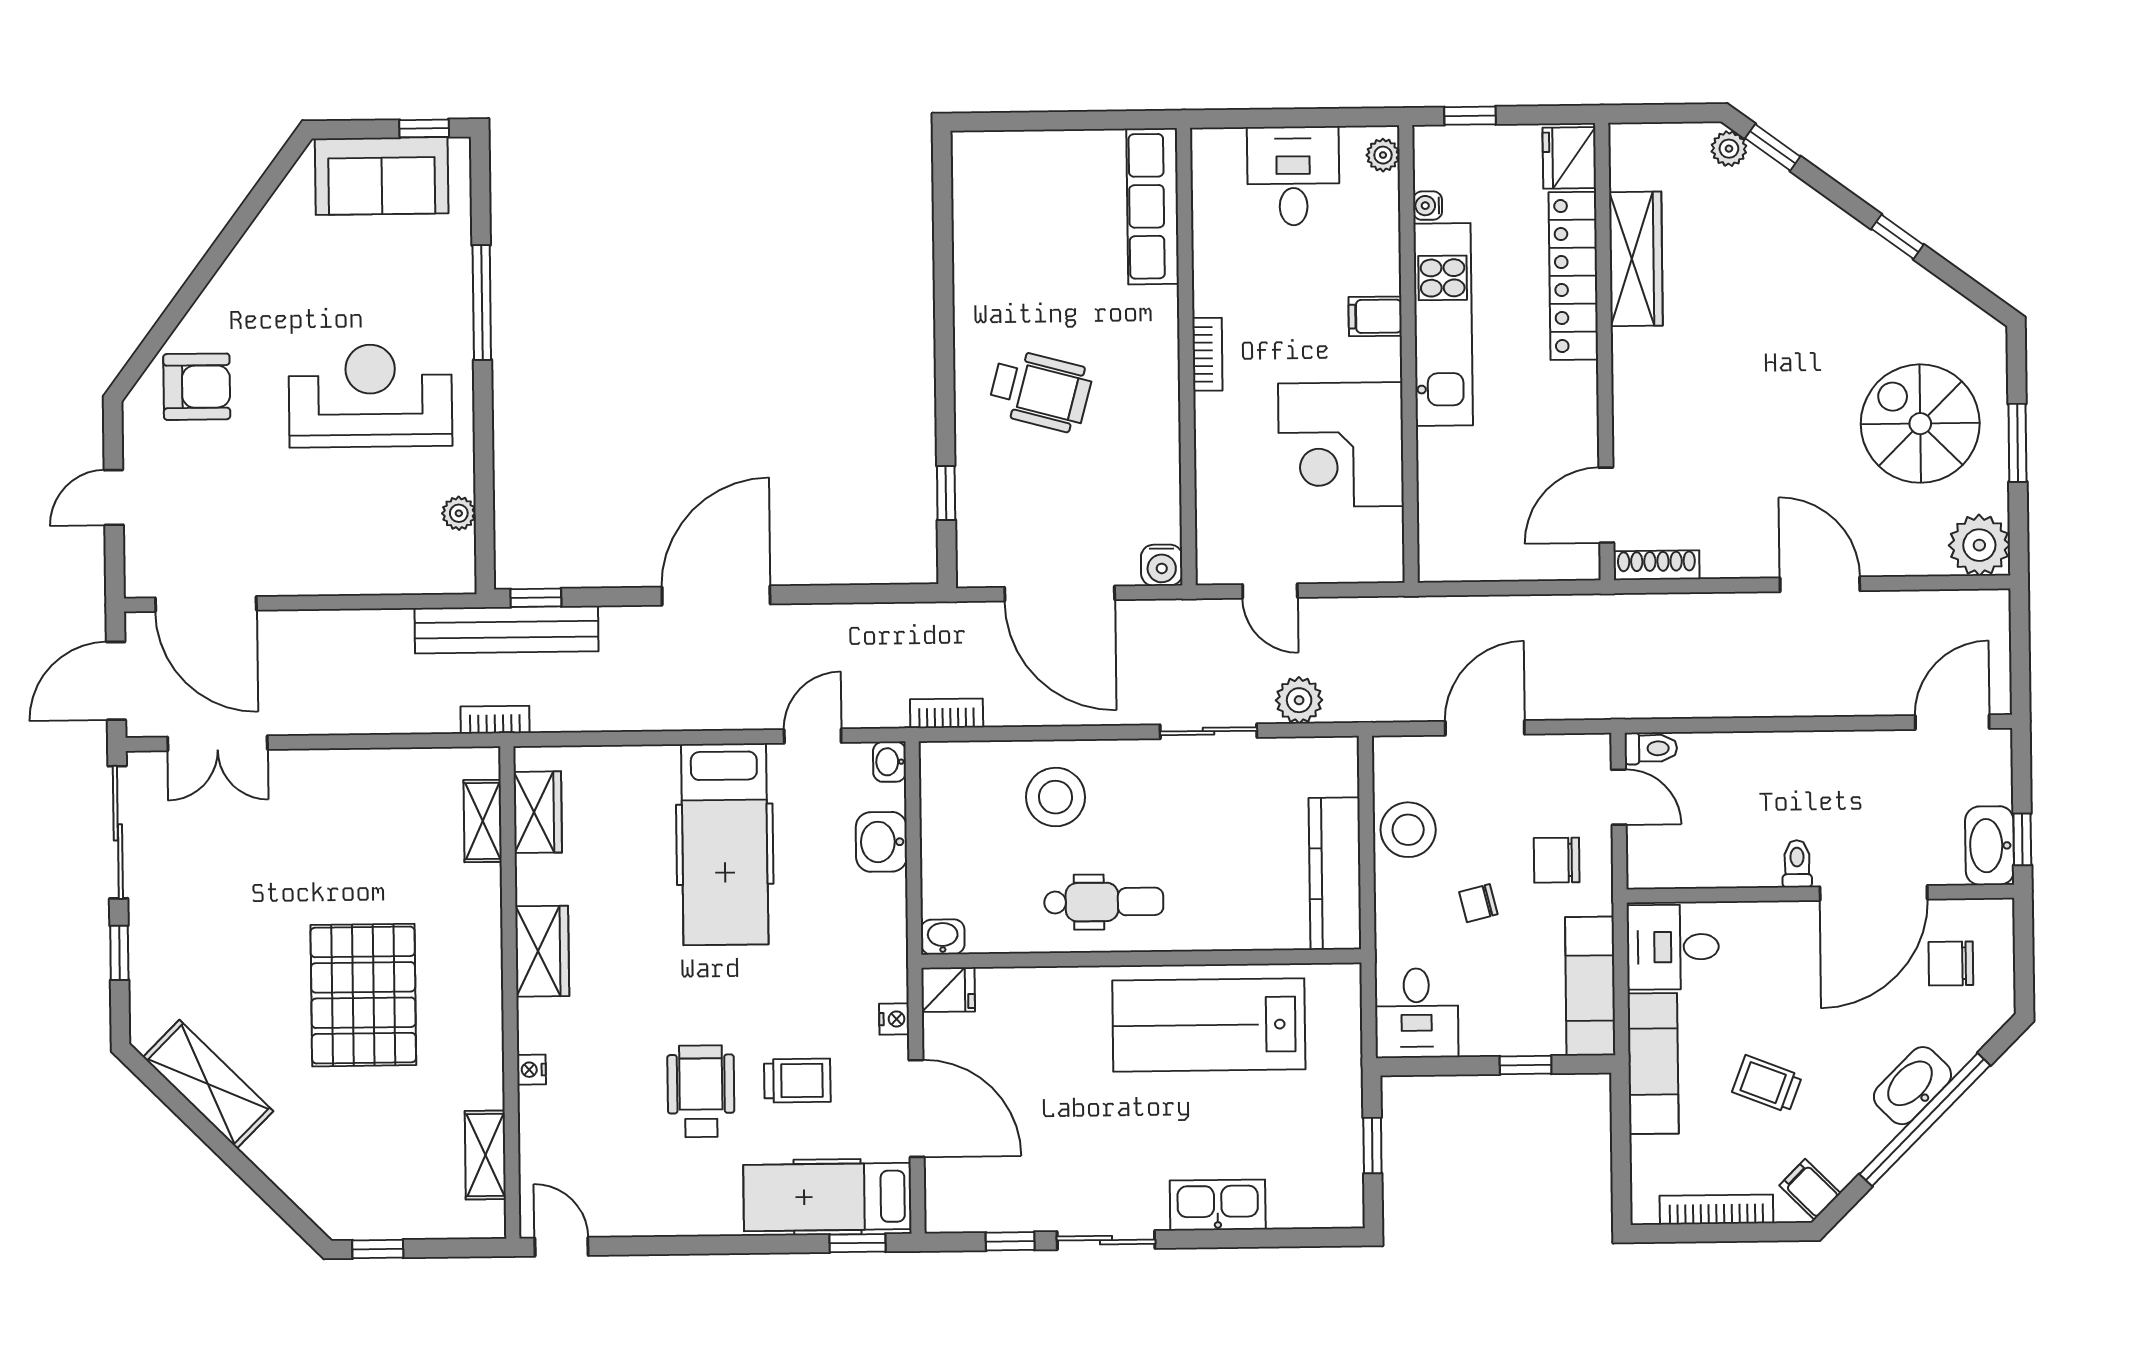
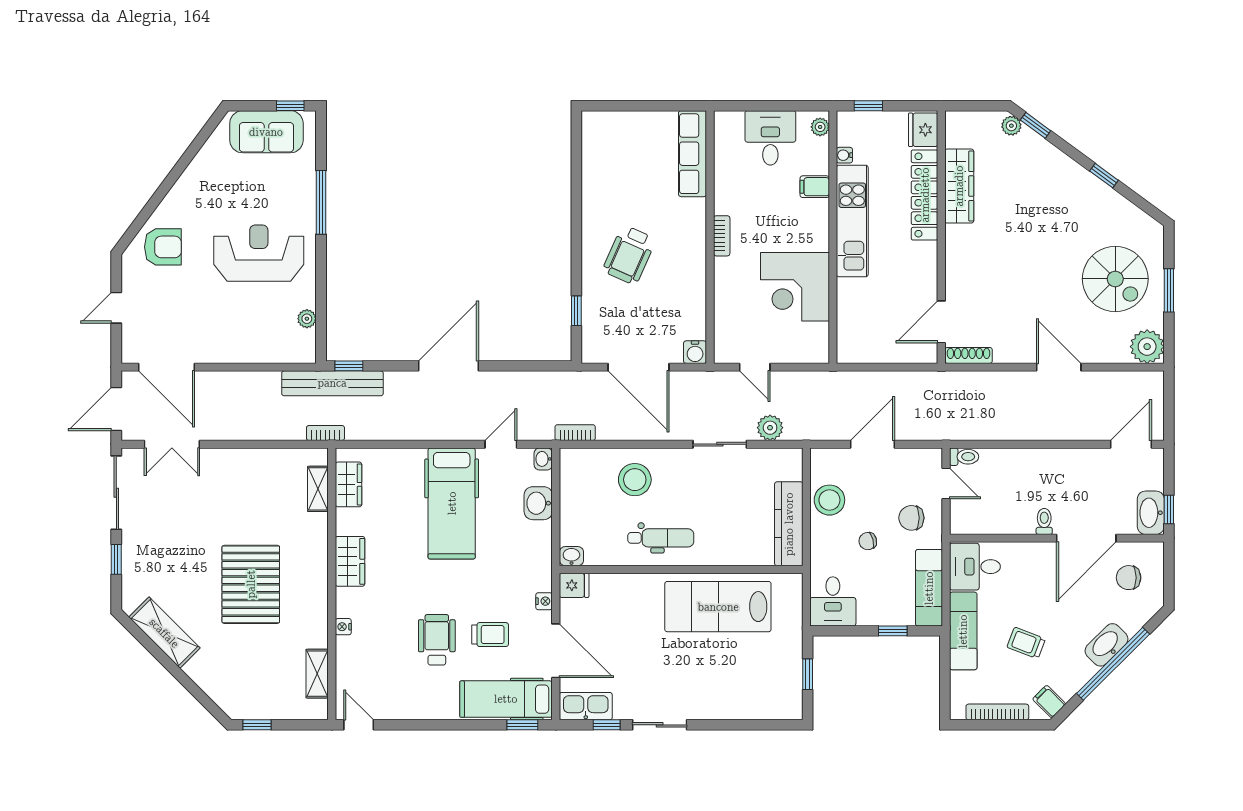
filing cabinet: (1375, 316) -> (815, 187), moved
wheelchair: (1040, 391) -> (629, 255), turned 99
spiral stairs: (1920, 424) -> (1115, 279), turned 180
kitchen sink: (1218, 1205) -> (586, 706), moved

